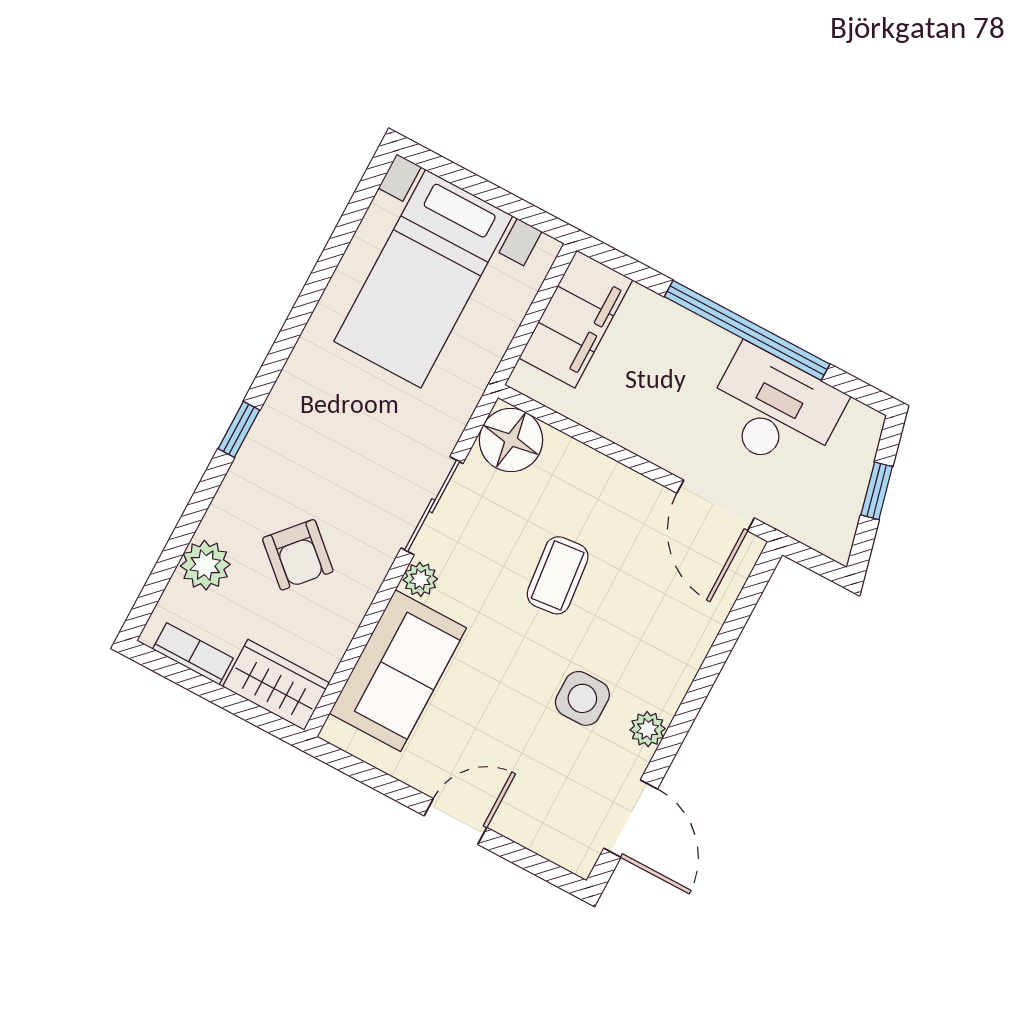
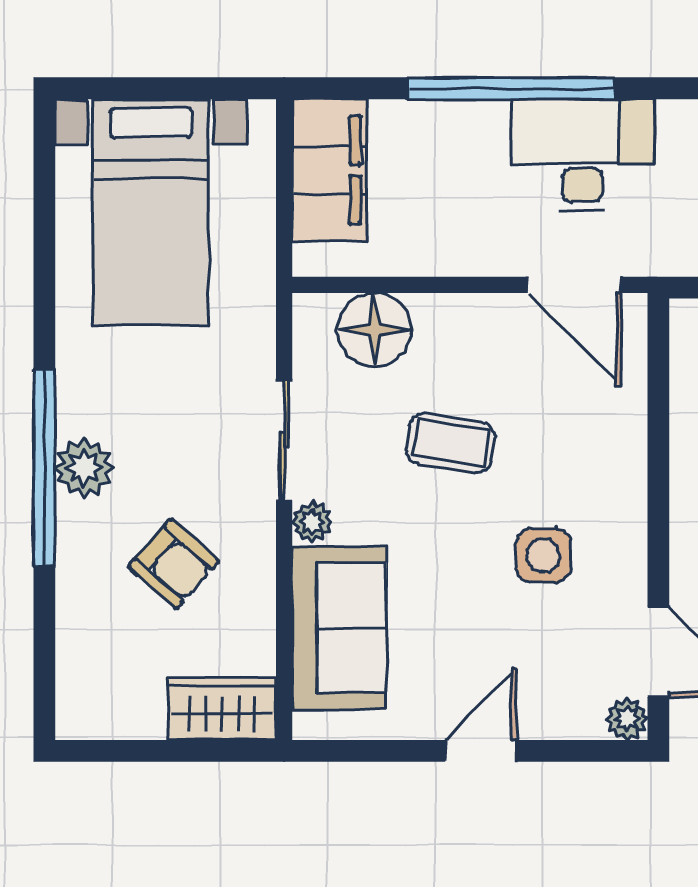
window: (239, 429) -> (44, 468), width x3.17
floor lamp: (511, 440) -> (375, 330), moved
plant: (205, 565) -> (84, 468), moved
coffee table: (558, 575) -> (451, 443), turned -75
bookcase: (193, 654) -> (120, 722), removed
plant: (648, 729) -> (627, 719), moved

